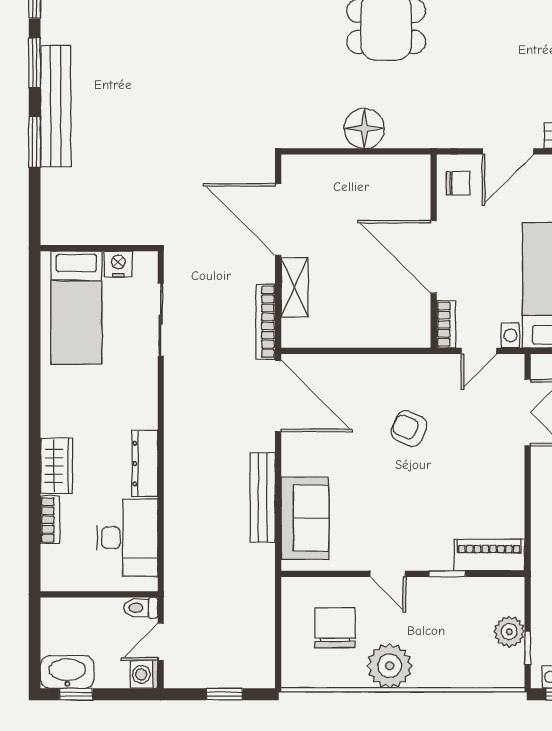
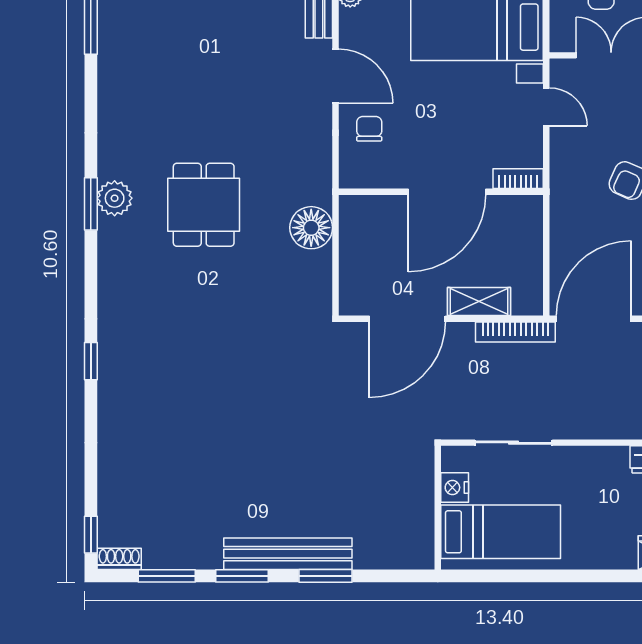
wall: (434, 251) -> (441, 192), moved
door: (434, 257) -> (447, 192), moved
bookcase: (446, 324) -> (518, 179), moved

